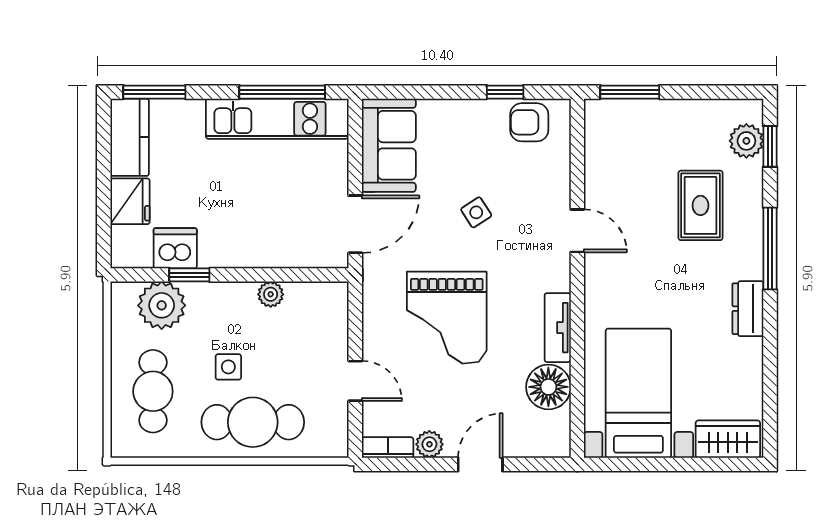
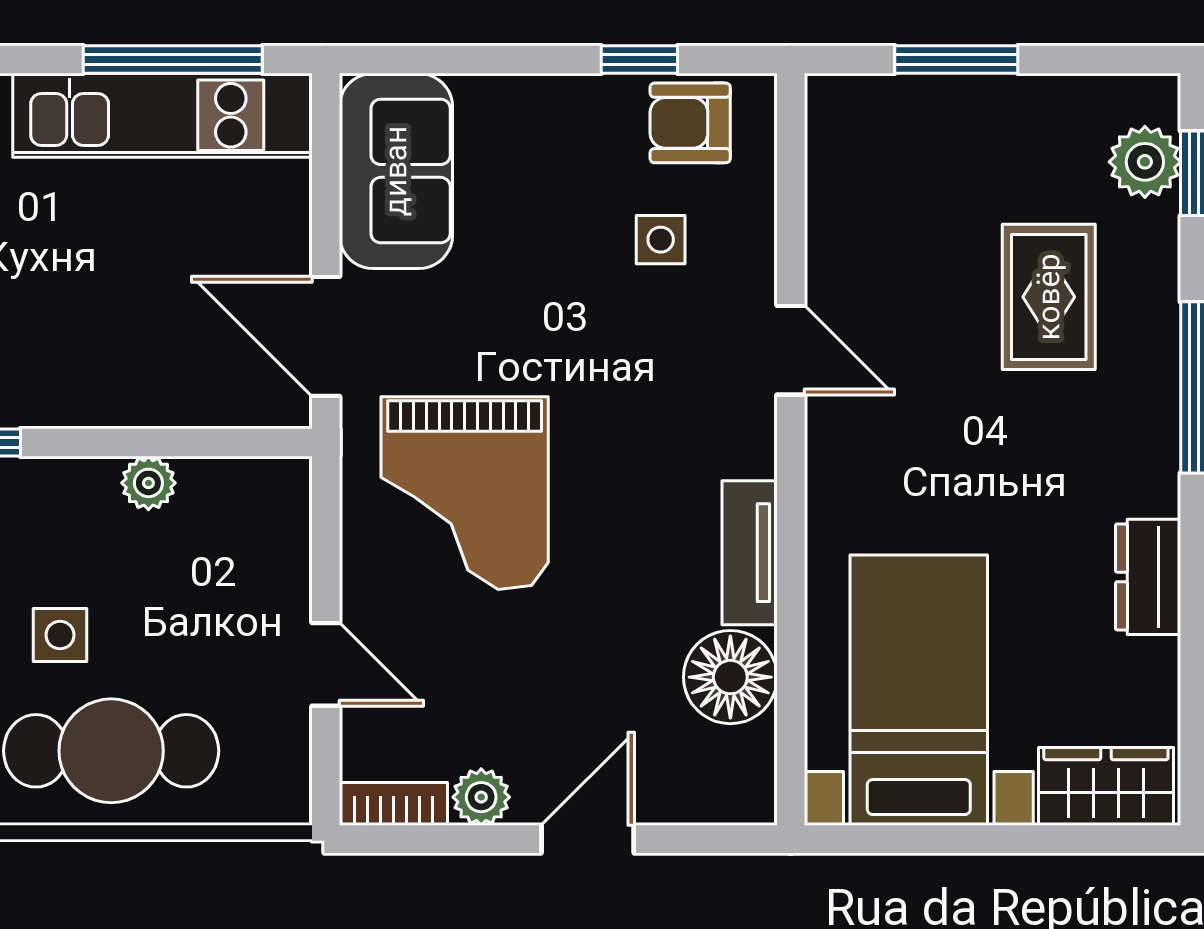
window: (630, 92) -> (956, 60), moved
side table: (476, 212) -> (661, 240), moved, turned 33
door: (355, 224) -> (326, 336), swing flipped
dresser: (748, 309) -> (1148, 577), moved
grand piano: (447, 318) -> (465, 493), moved

